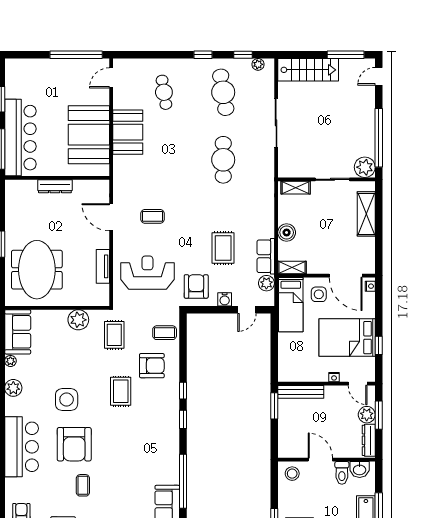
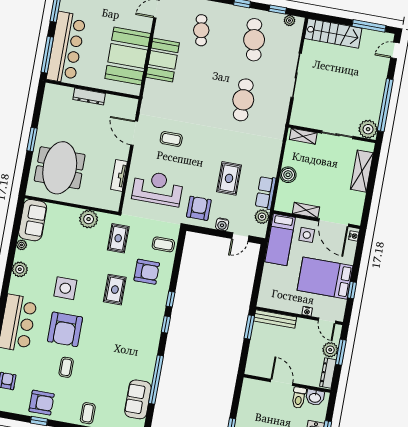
shelving: (292, 268) -> (306, 210), moved
stool: (292, 474) -> (254, 390), removed

